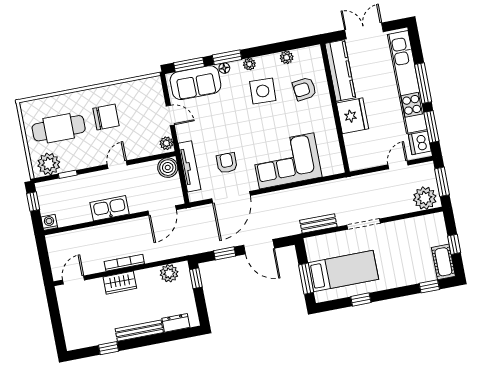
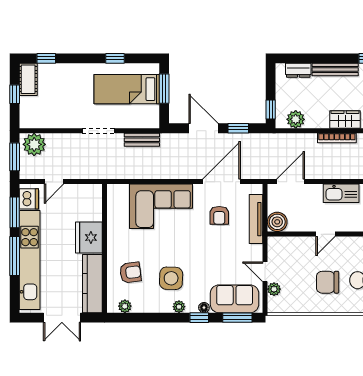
window: (227, 57) -> (199, 318), width x0.67
plant: (287, 57) -> (125, 306), moved
plant: (166, 143) -> (274, 289), moved

